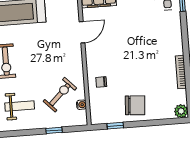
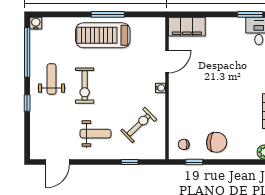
chair: (101, 82) -> (184, 144), moved
water cooler: (81, 105) -> (160, 88), moved

